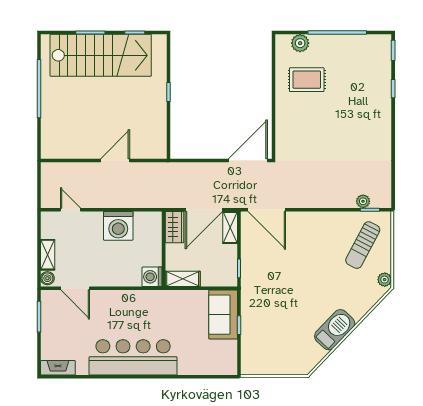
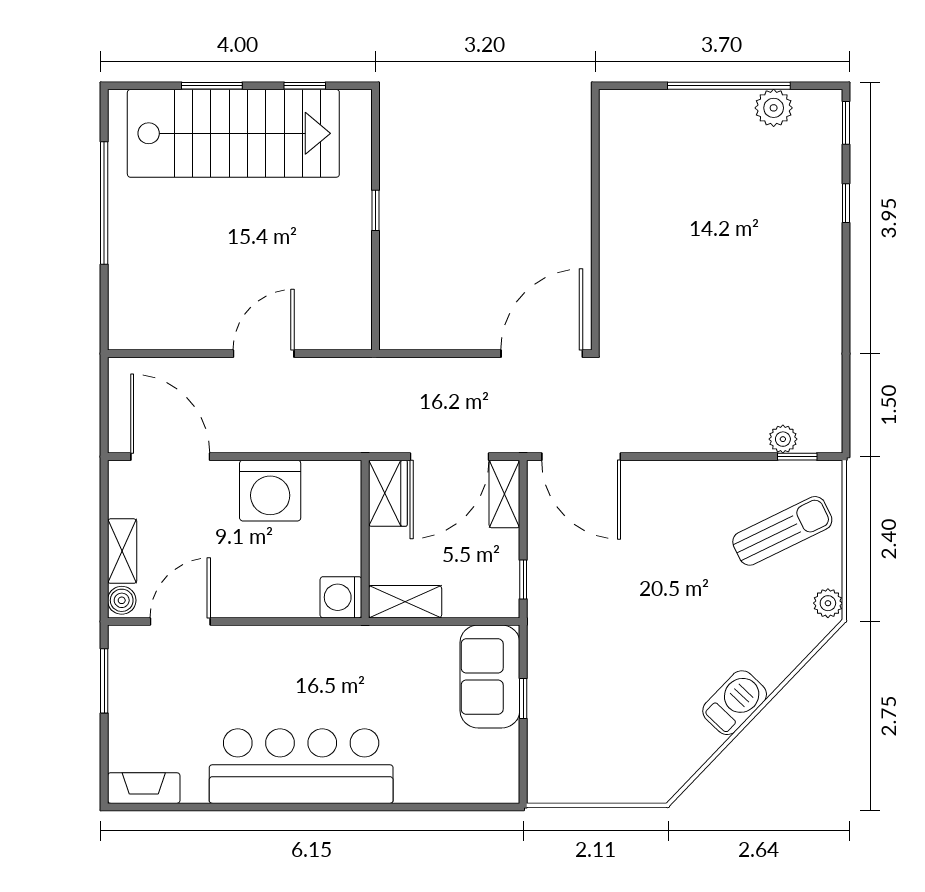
plant: (300, 43) -> (774, 108), moved
rug: (307, 80) -> (665, 184), removed
door: (71, 210) -> (170, 457), width x1.88
sun lounger: (363, 245) -> (782, 531), turned -144
door: (75, 288) -> (180, 621), swing flipped
barbecue: (335, 330) -> (735, 703), width x0.73, depth x0.83

